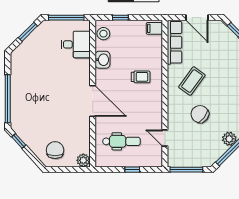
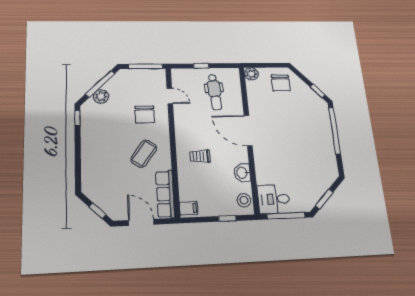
desk: (76, 44) -> (274, 199), moved
chair: (200, 114) -> (145, 114), moved, turned 53
dental chair: (121, 141) -> (215, 92), turned -94

